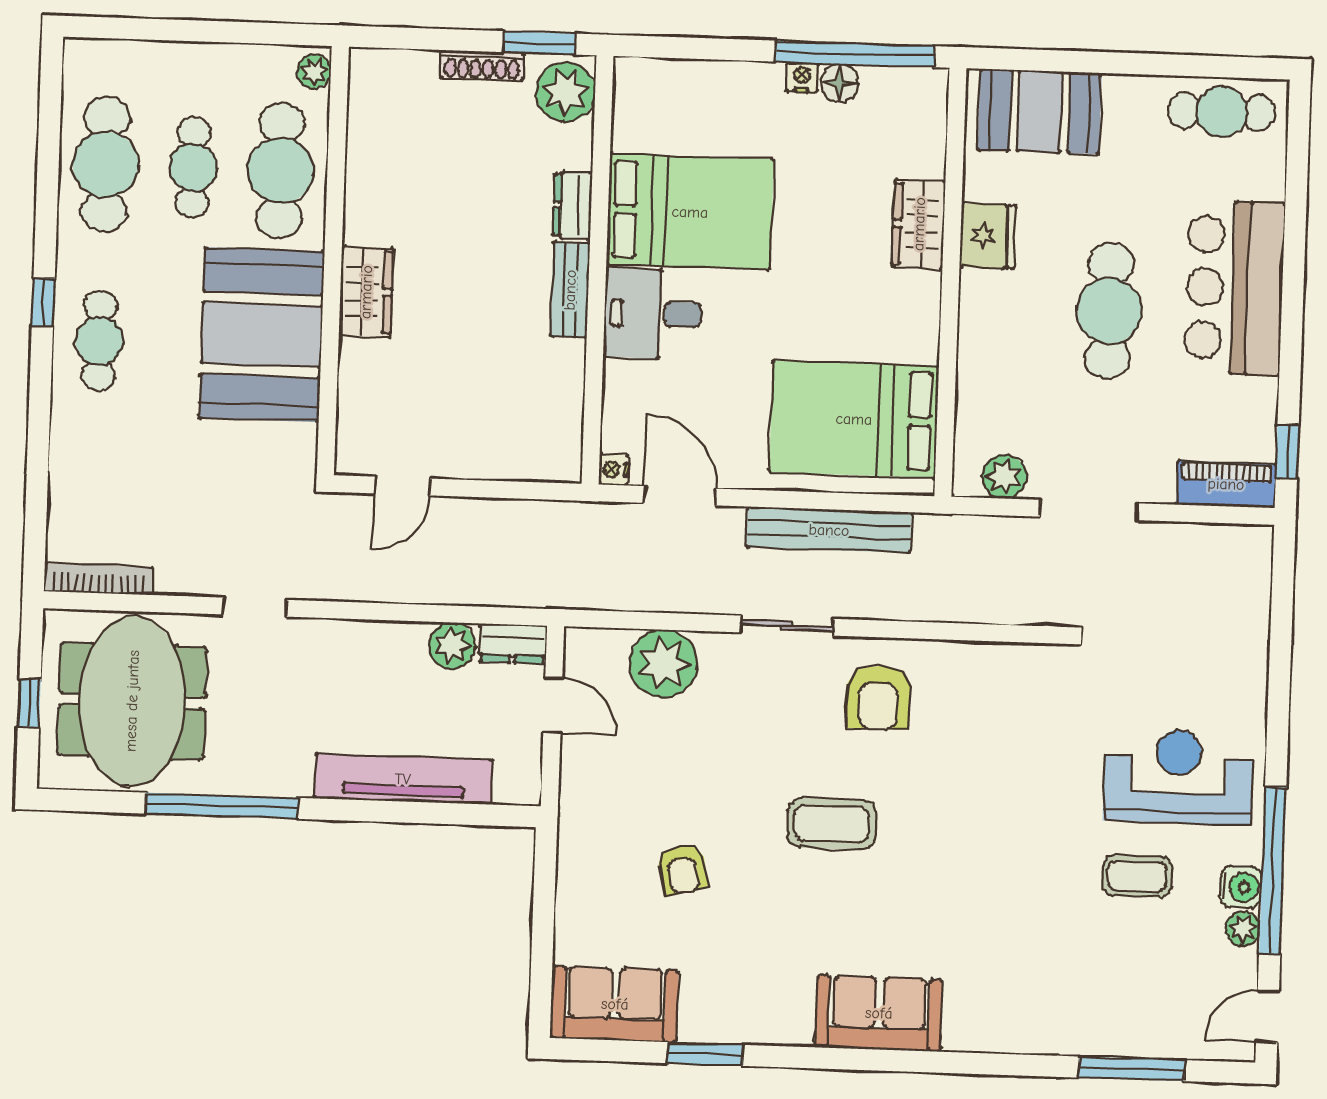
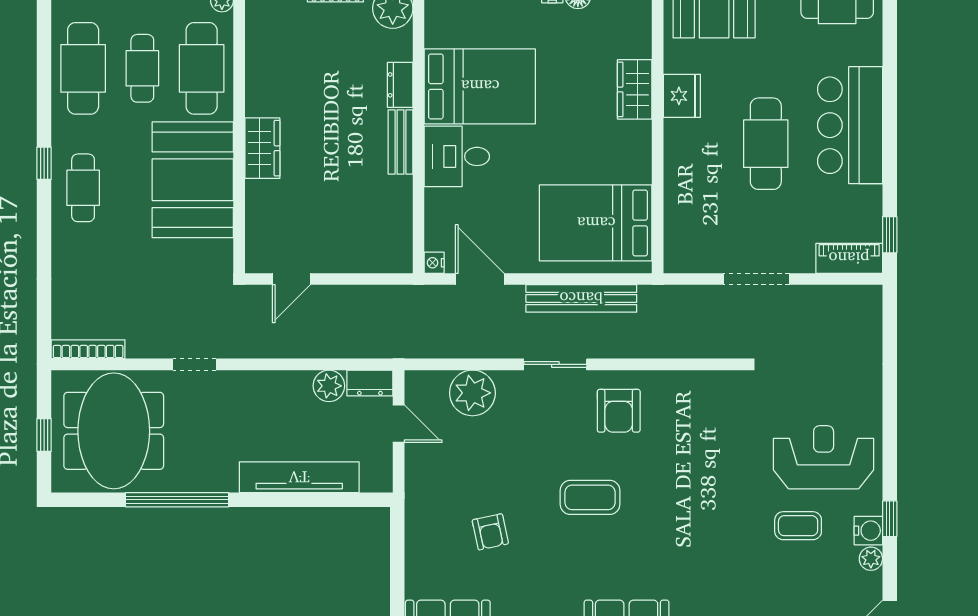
plant: (1004, 477) -> (699, 258), removed
window: (1273, 871) -> (890, 519), width x0.32

